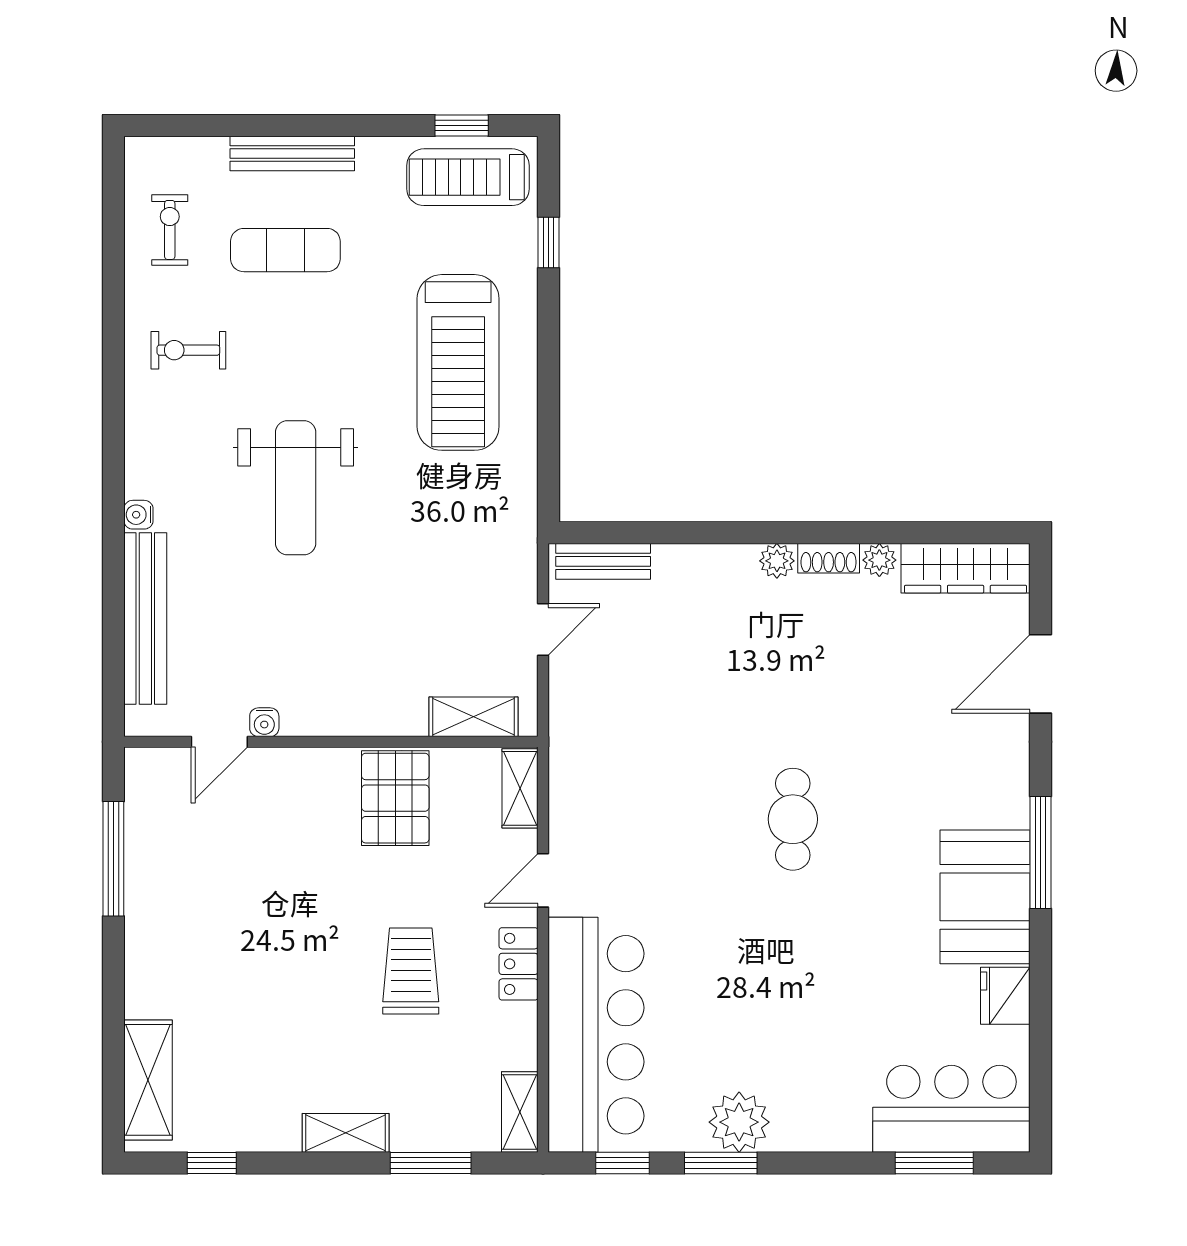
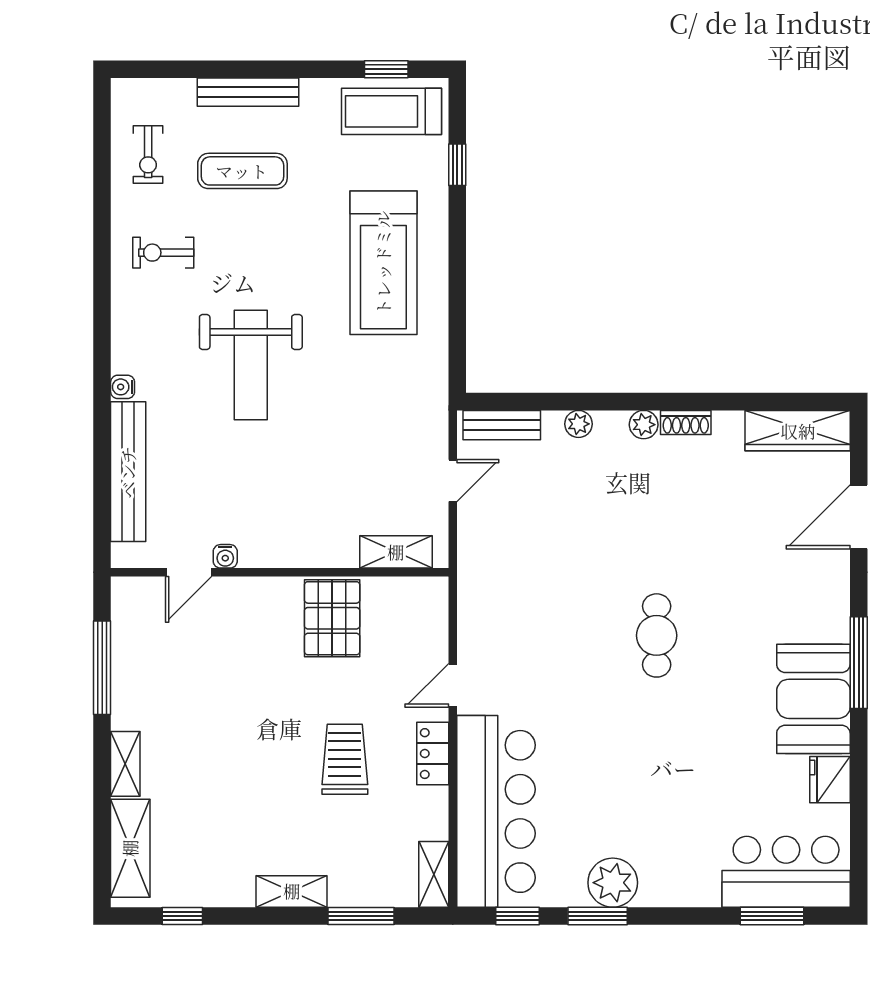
exercise bike: (170, 230) -> (148, 155), turned 180
plant: (879, 560) -> (578, 424), moved
shelving: (520, 788) -> (125, 764), moved

